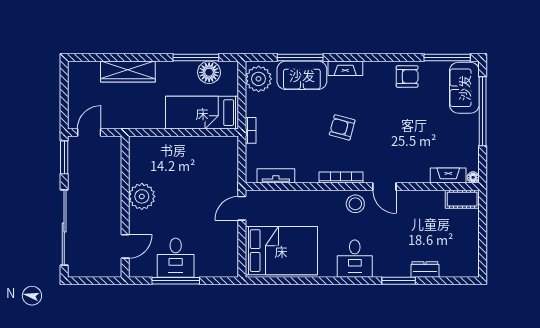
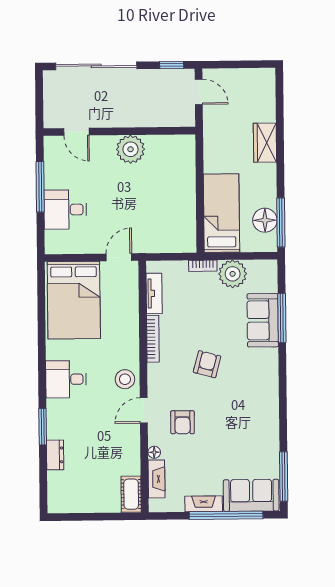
window: (196, 57) -> (281, 222), moved
fireplace: (345, 68) -> (204, 504), moved, turned 90
wardrobe: (128, 72) -> (265, 143), width x0.67
armchair: (407, 76) -> (183, 422), moved
plant: (259, 79) -> (233, 274), moved
window: (64, 157) -> (172, 65), width x0.67
bookcase: (341, 177) -> (153, 339), moved
floor lamp: (473, 177) -> (154, 452), moved
door: (242, 208) -> (119, 257), hinge flipped
desk: (176, 258) -> (65, 210), moved

